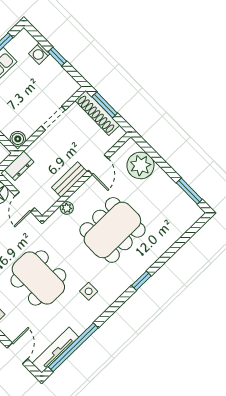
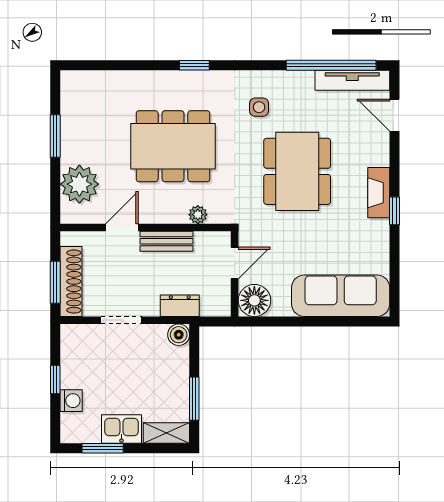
dresser: (19, 166) -> (180, 306), moved
window: (189, 191) -> (55, 136), moved
door: (17, 353) -> (394, 115), hinge flipped

